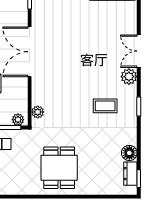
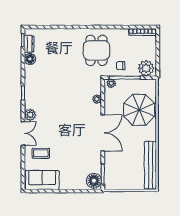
coffee table: (105, 106) -> (41, 153), moved
plant: (38, 112) -> (97, 99), moved
dining table: (59, 168) -> (96, 50), moved

